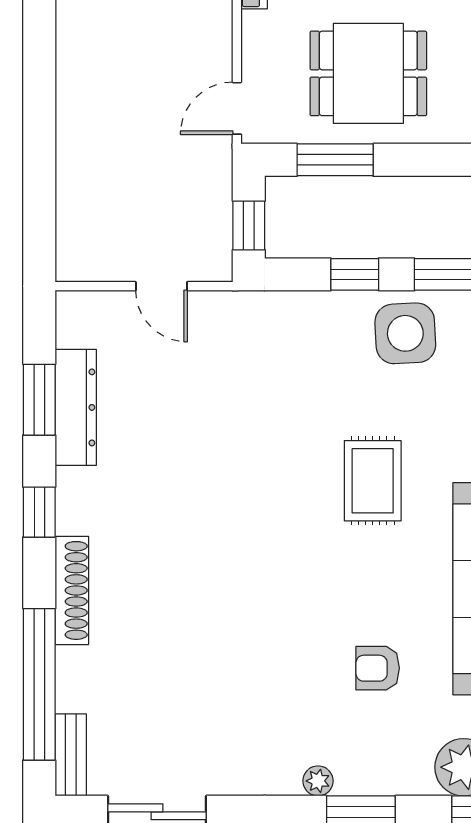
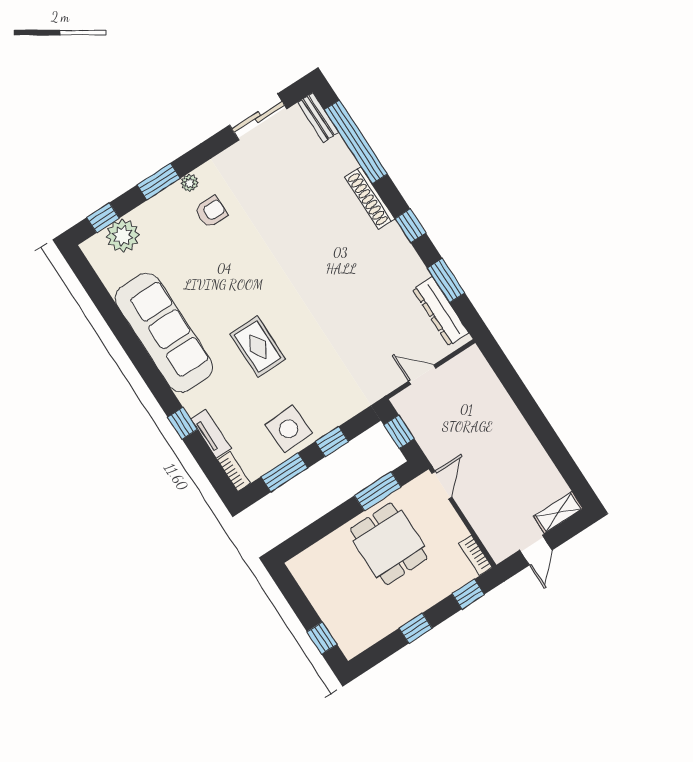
dining table: (368, 73) -> (389, 544), turned 90
dresser: (76, 407) -> (441, 311), moved
armchair: (378, 668) -> (211, 212), moved

